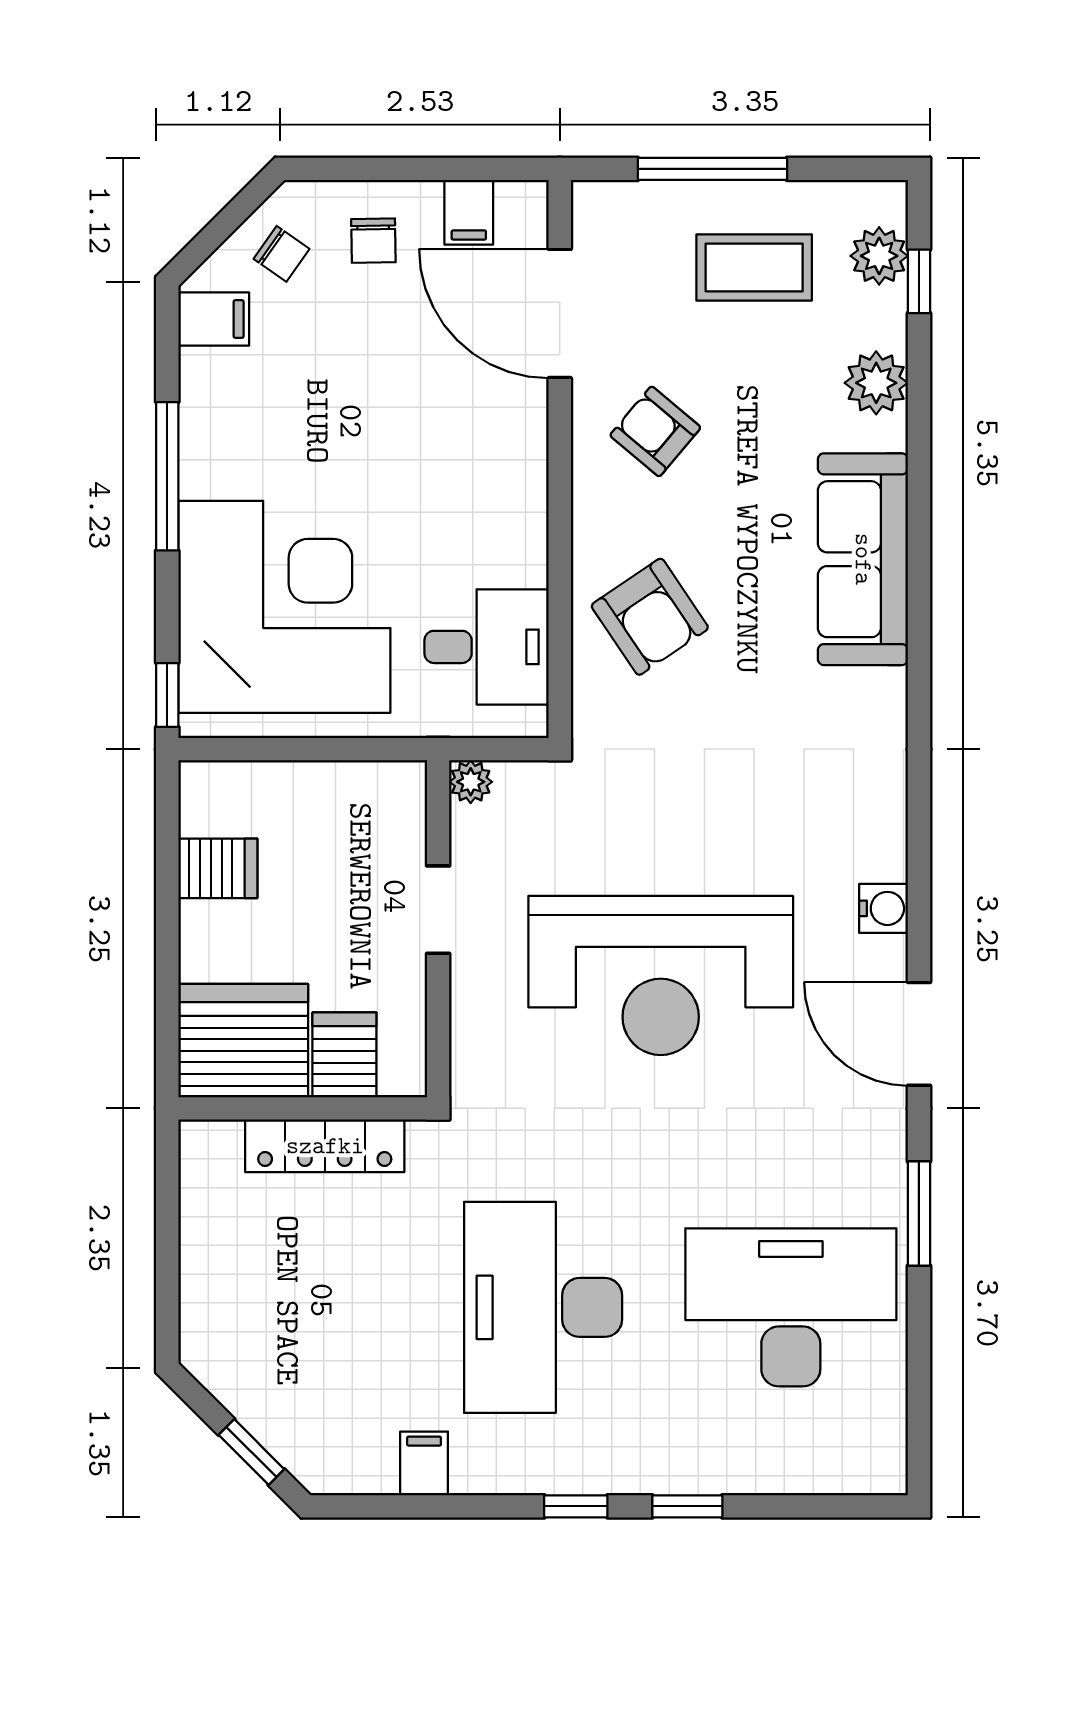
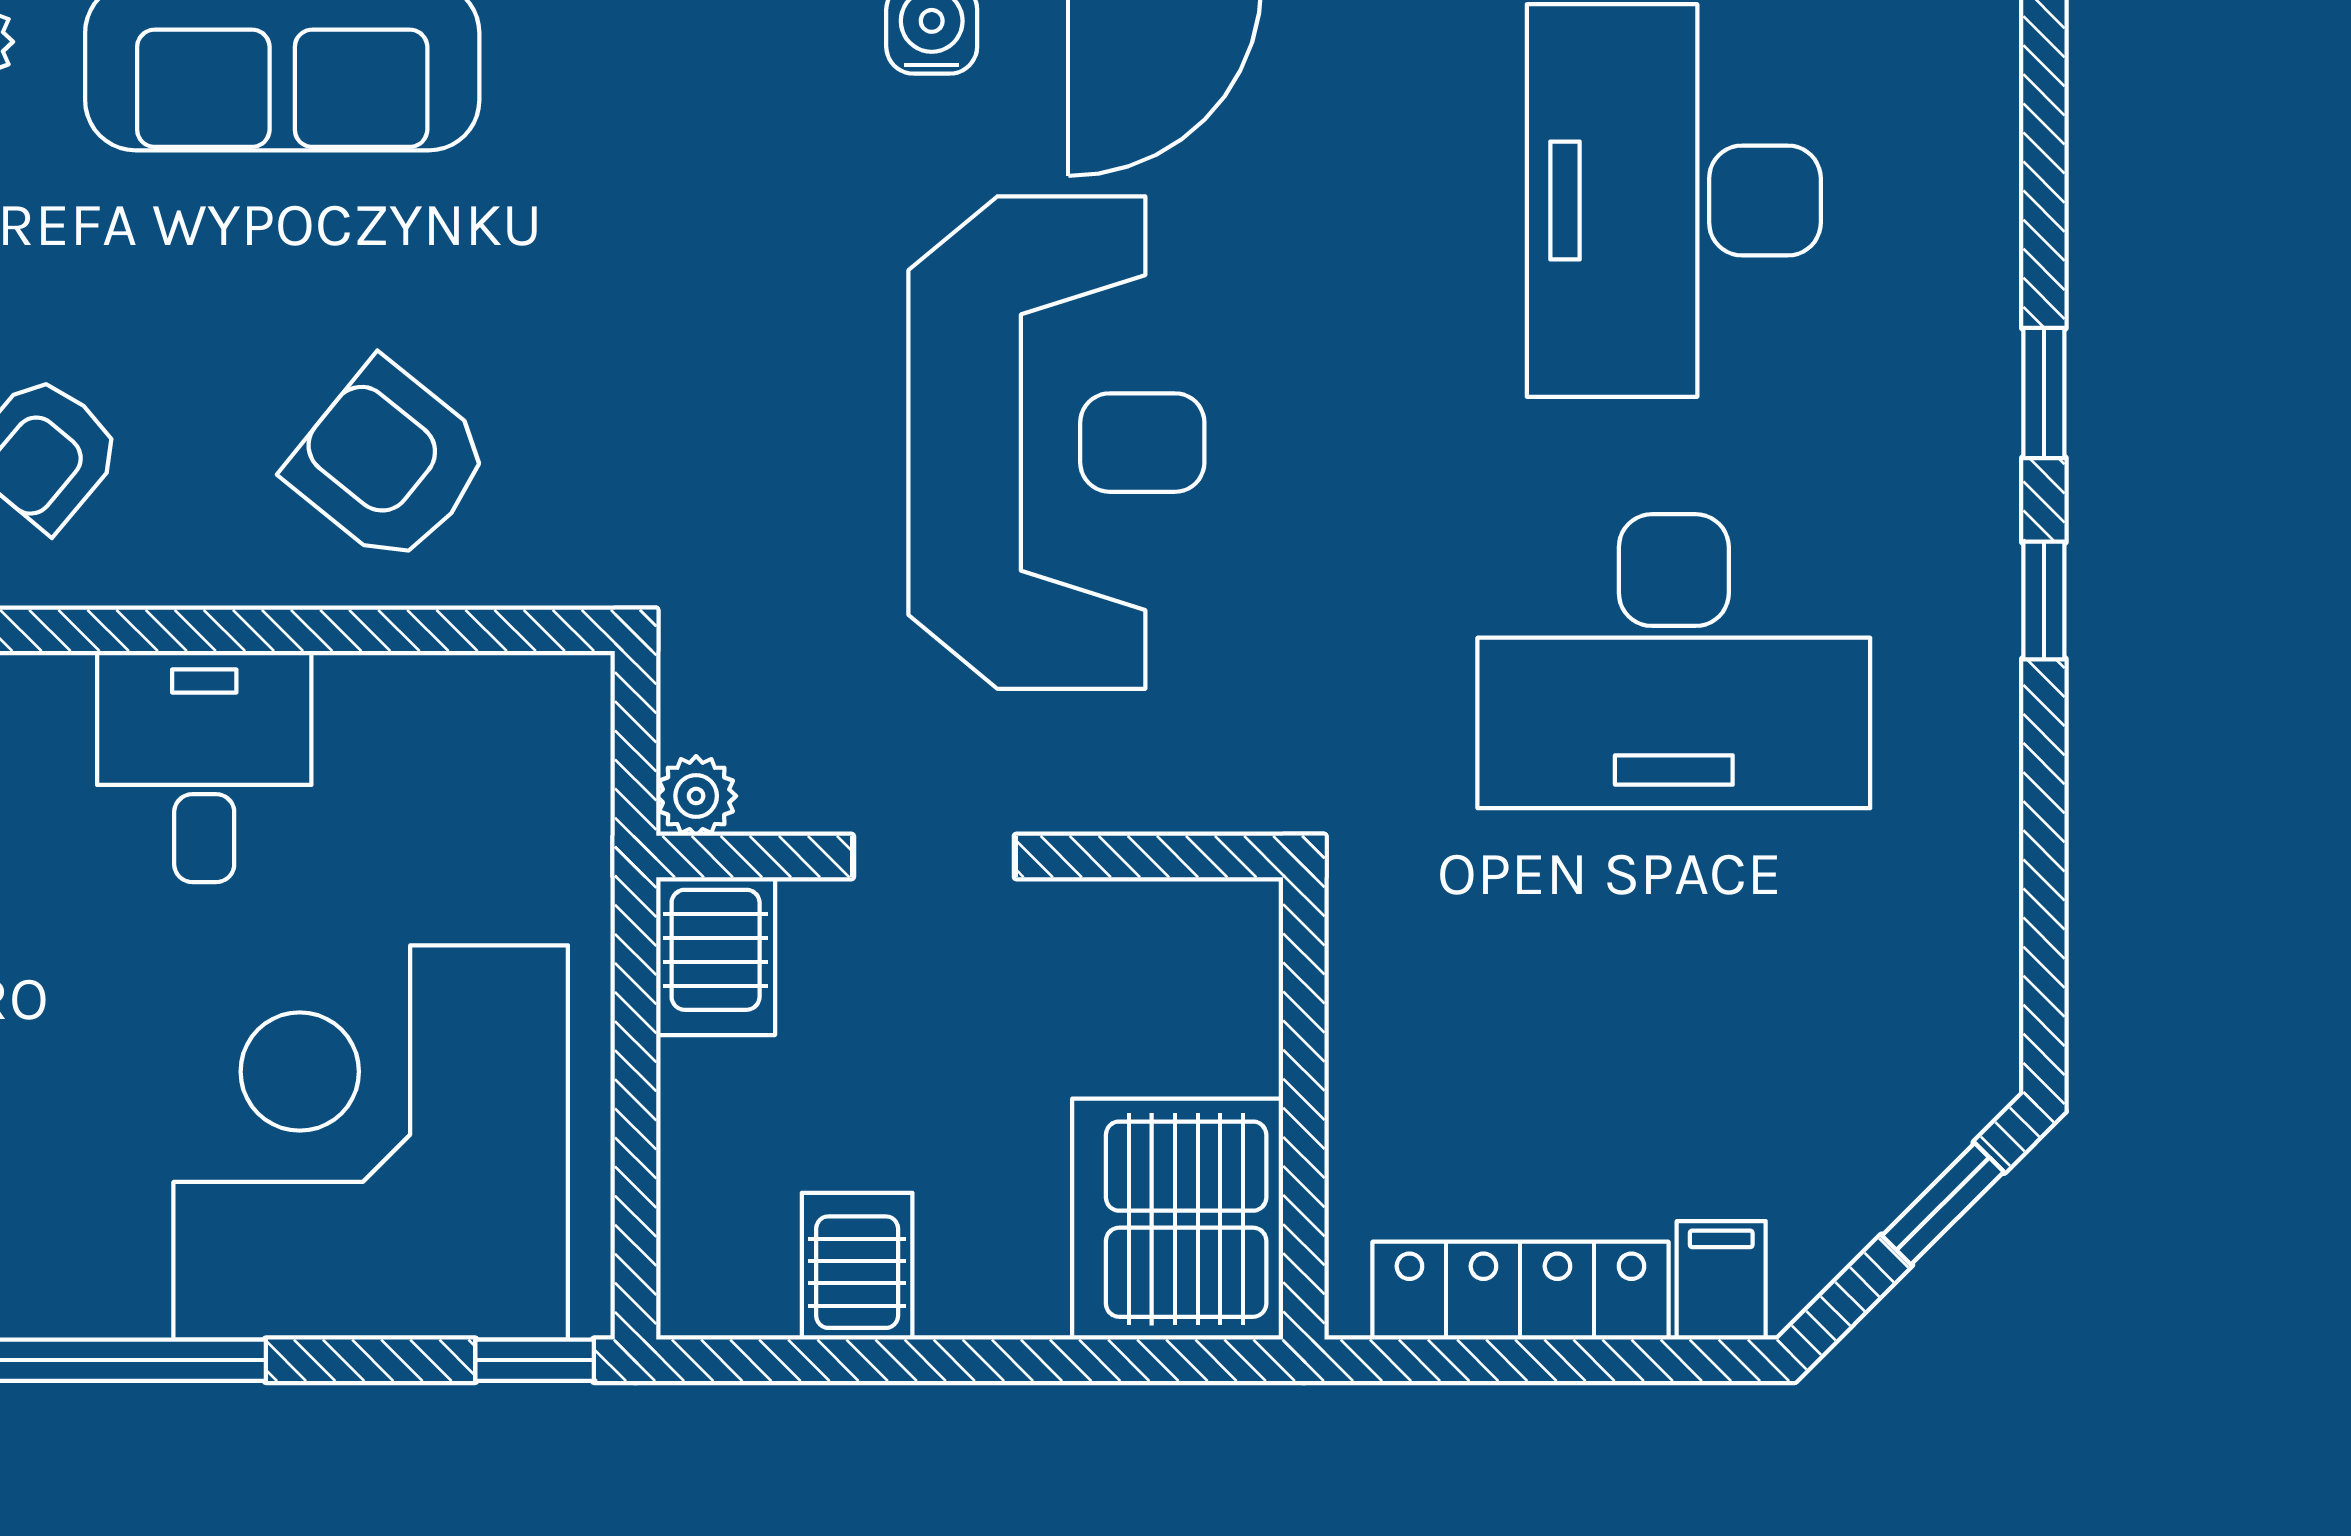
armchair: (650, 617) -> (389, 463), turned -107
desk: (487, 647) -> (204, 767), moved
server rack: (344, 1055) -> (716, 956), moved, turned -90
locker: (325, 1146) -> (1520, 1291), moved, turned -90
filing cabinet: (424, 1463) -> (1721, 1280), moved, turned 90

